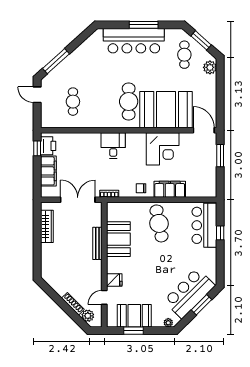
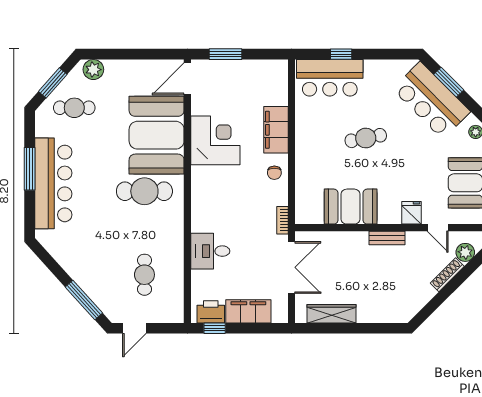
cafe table: (73, 102) -> (144, 275), turned 90
desk: (113, 145) -> (210, 251), moved
double door: (78, 200) -> (292, 267), swing flipped
cafe table: (159, 223) -> (366, 138), moved, width x0.73, depth x0.74
bench: (97, 243) -> (387, 238), moved, width x0.73

